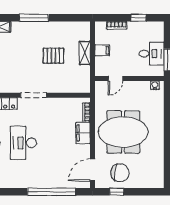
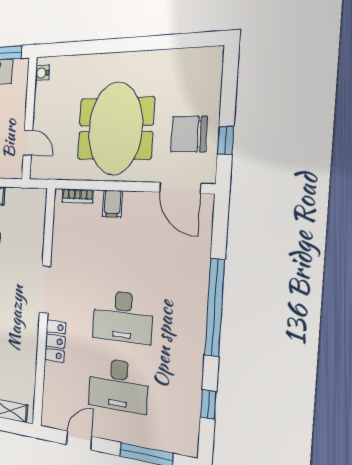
filing cabinet: (83, 133) -> (112, 204), width x0.50
chair: (120, 173) -> (189, 134), turned -97
window: (52, 192) -> (215, 307), moved

